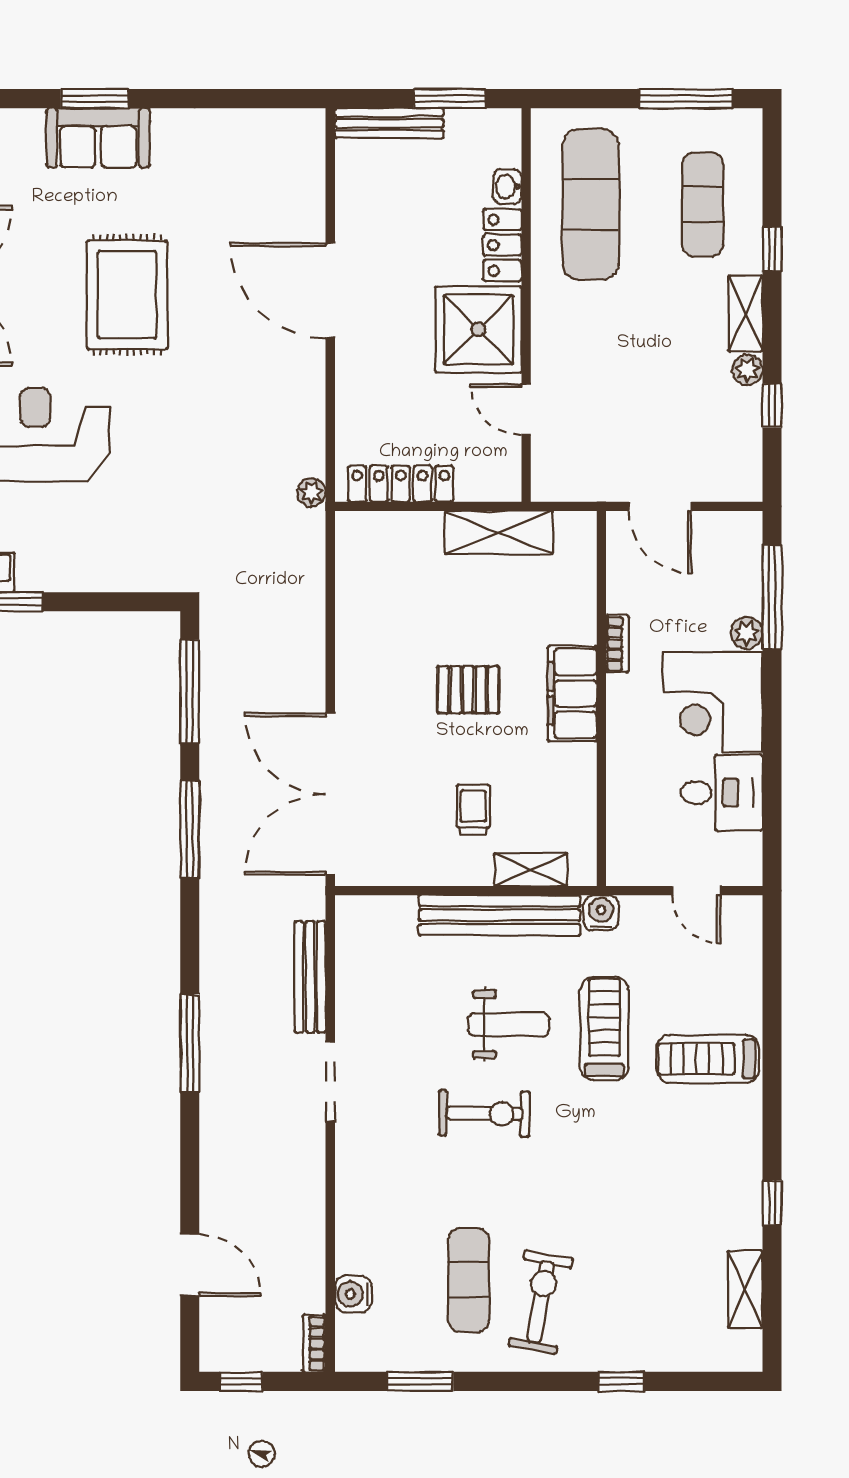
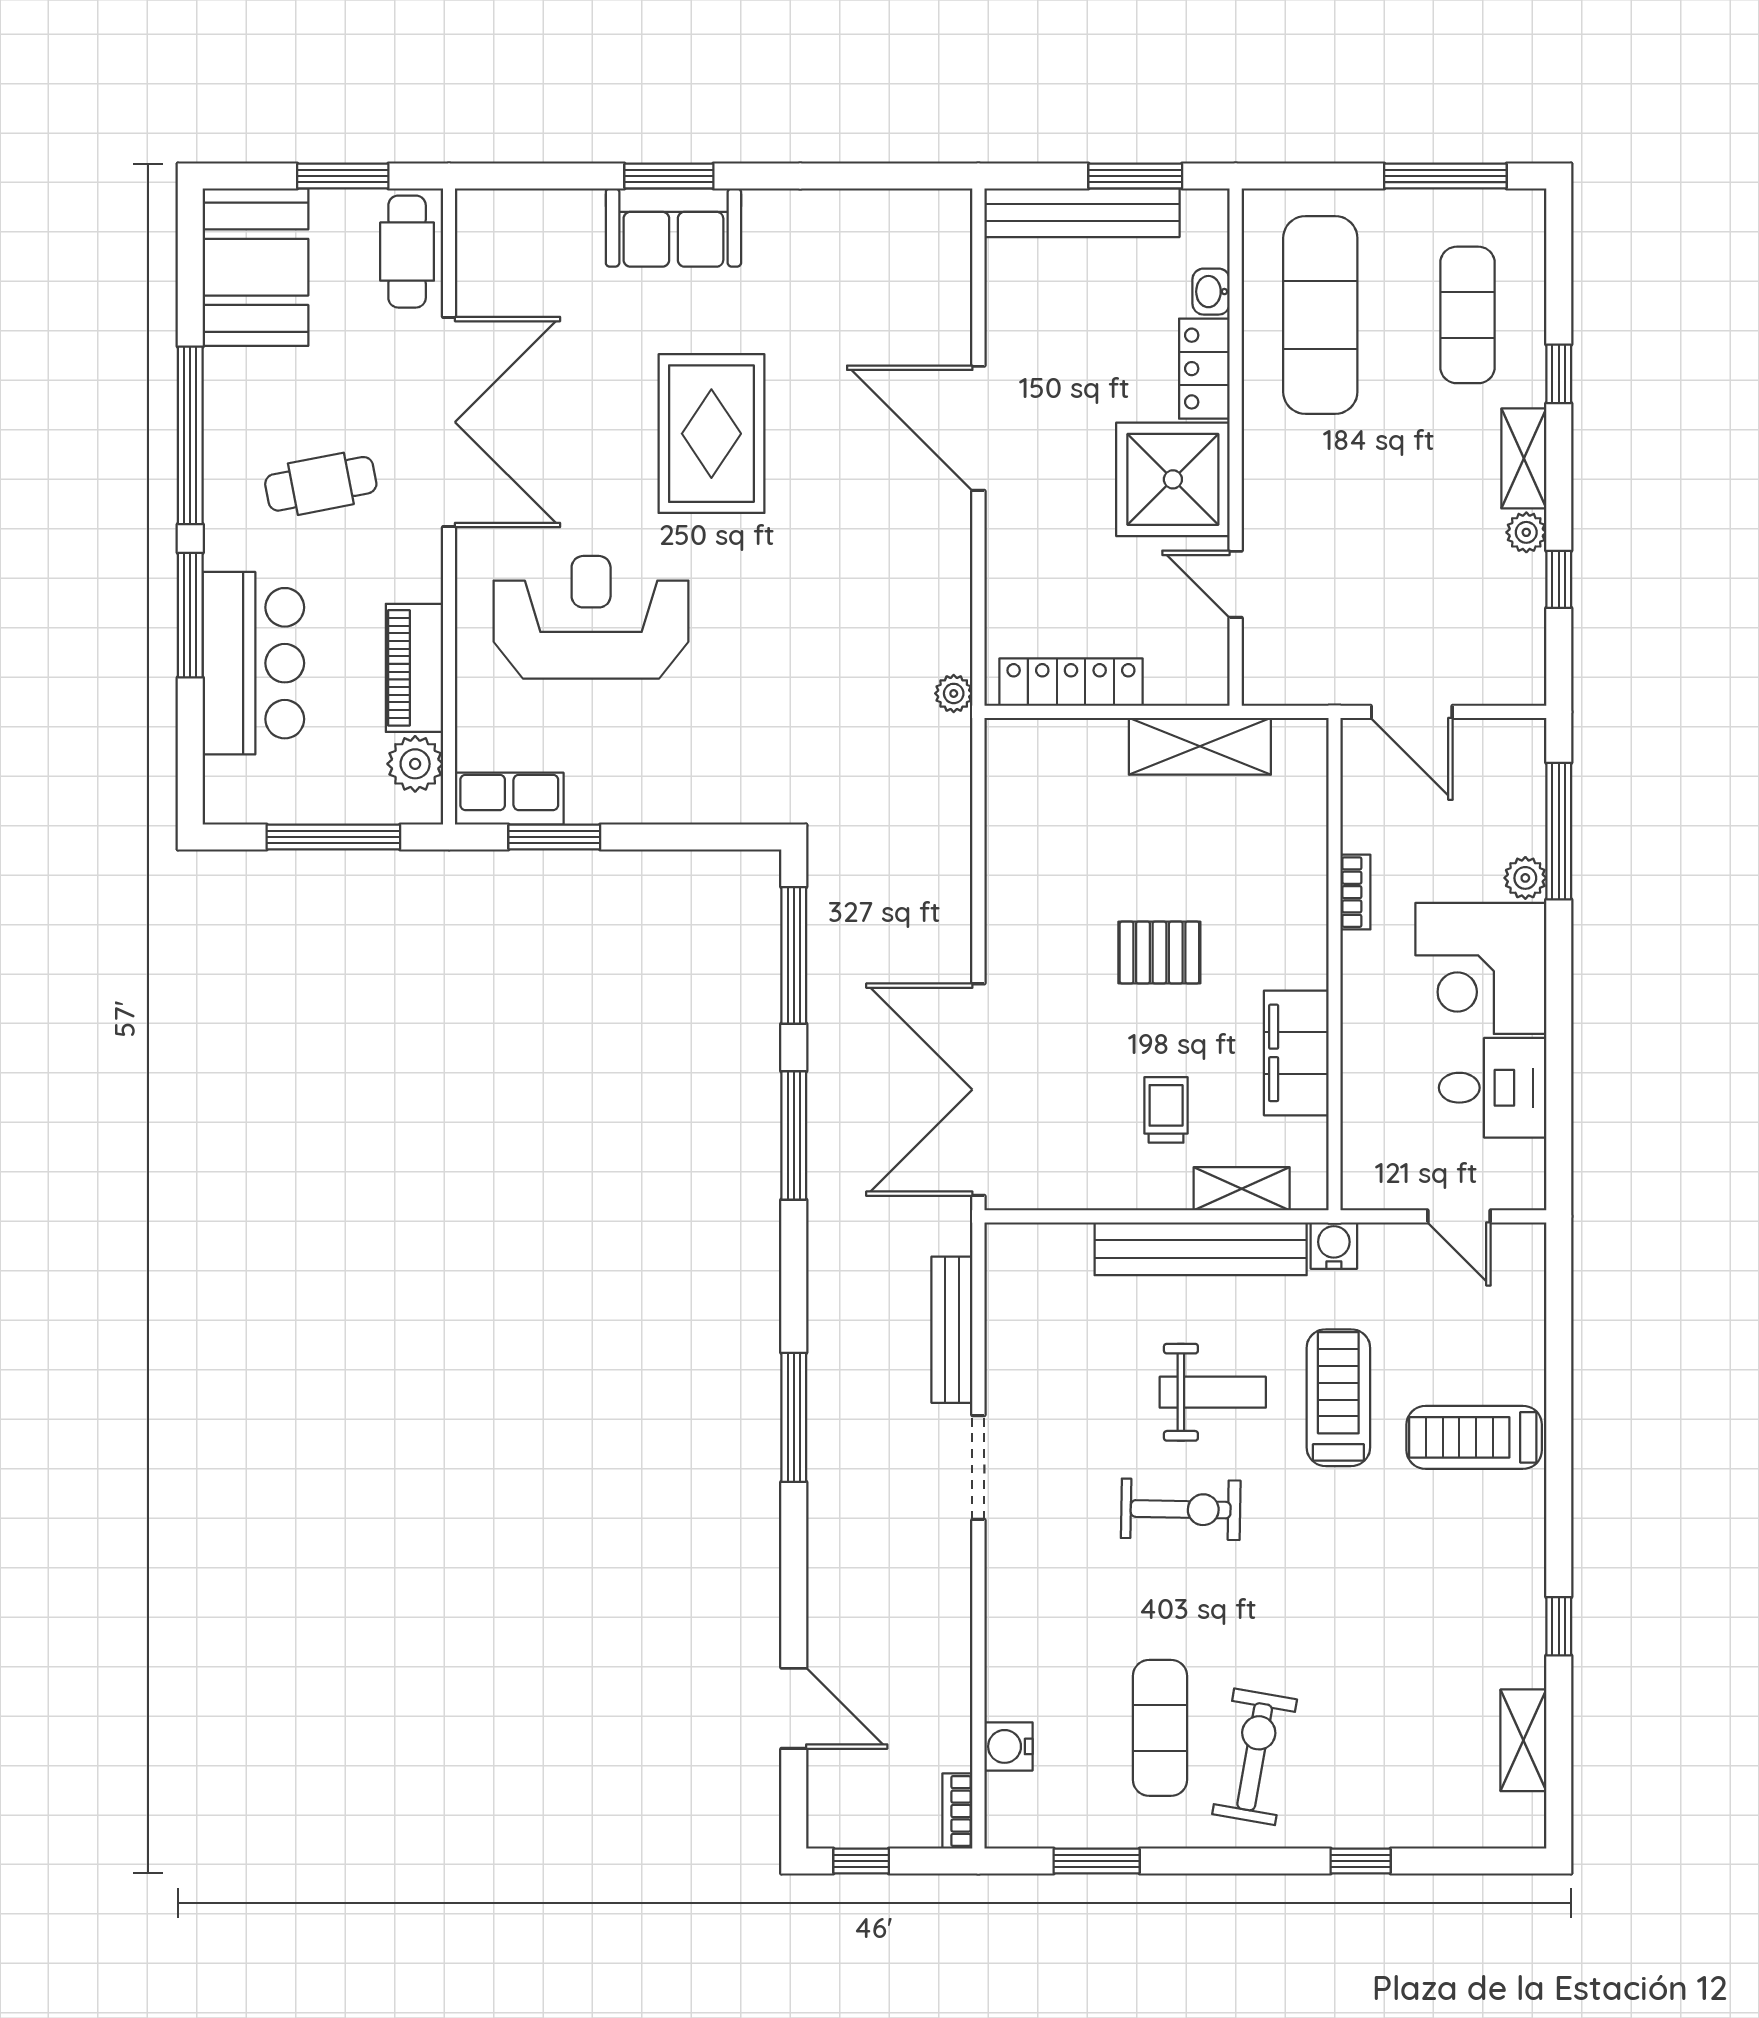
bench: (389, 123) -> (1082, 213), width x1.37, depth x1.21
filing cabinet: (572, 693) -> (1296, 1053), moved

